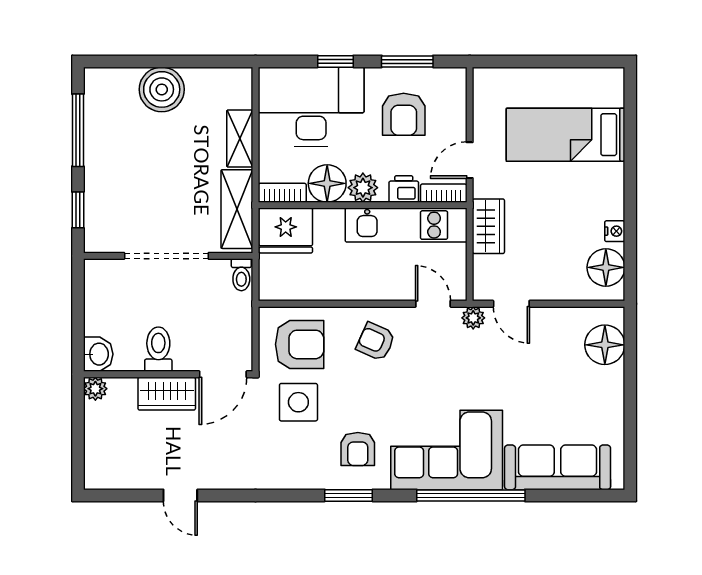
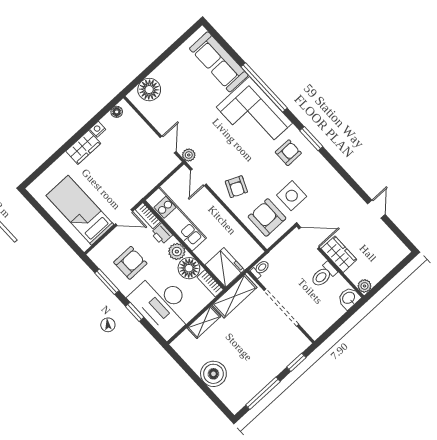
bed: (566, 135) -> (80, 210), moved, turned 180
wardrobe: (488, 226) -> (83, 147), moved, turned 180
floor lamp: (606, 267) -> (117, 112), width x0.53, depth x0.53

